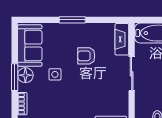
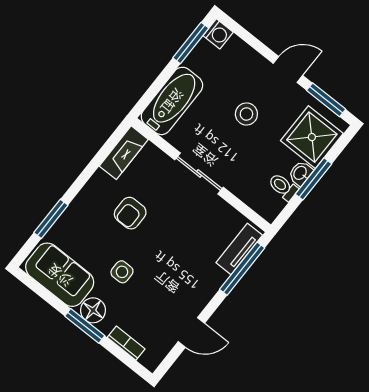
window: (72, 20) -> (51, 219), moved
fireplace: (122, 39) -> (124, 153), moved, turned -90

